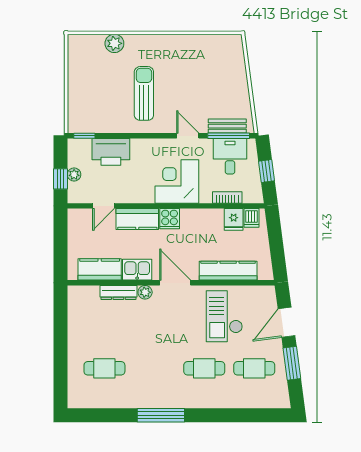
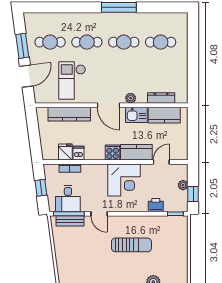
sun lounger: (144, 93) -> (131, 245), turned -90
printer: (111, 152) -> (156, 205), width x0.53, depth x0.68
window: (61, 179) -> (193, 194), moved
corner desk: (177, 181) -> (124, 180), moved
dishwasher: (251, 218) -> (78, 153), moved
dresser: (118, 293) -> (161, 98), moved
checkout: (224, 316) -> (72, 80), turned 180
cafe table: (154, 368) -> (124, 42), added

